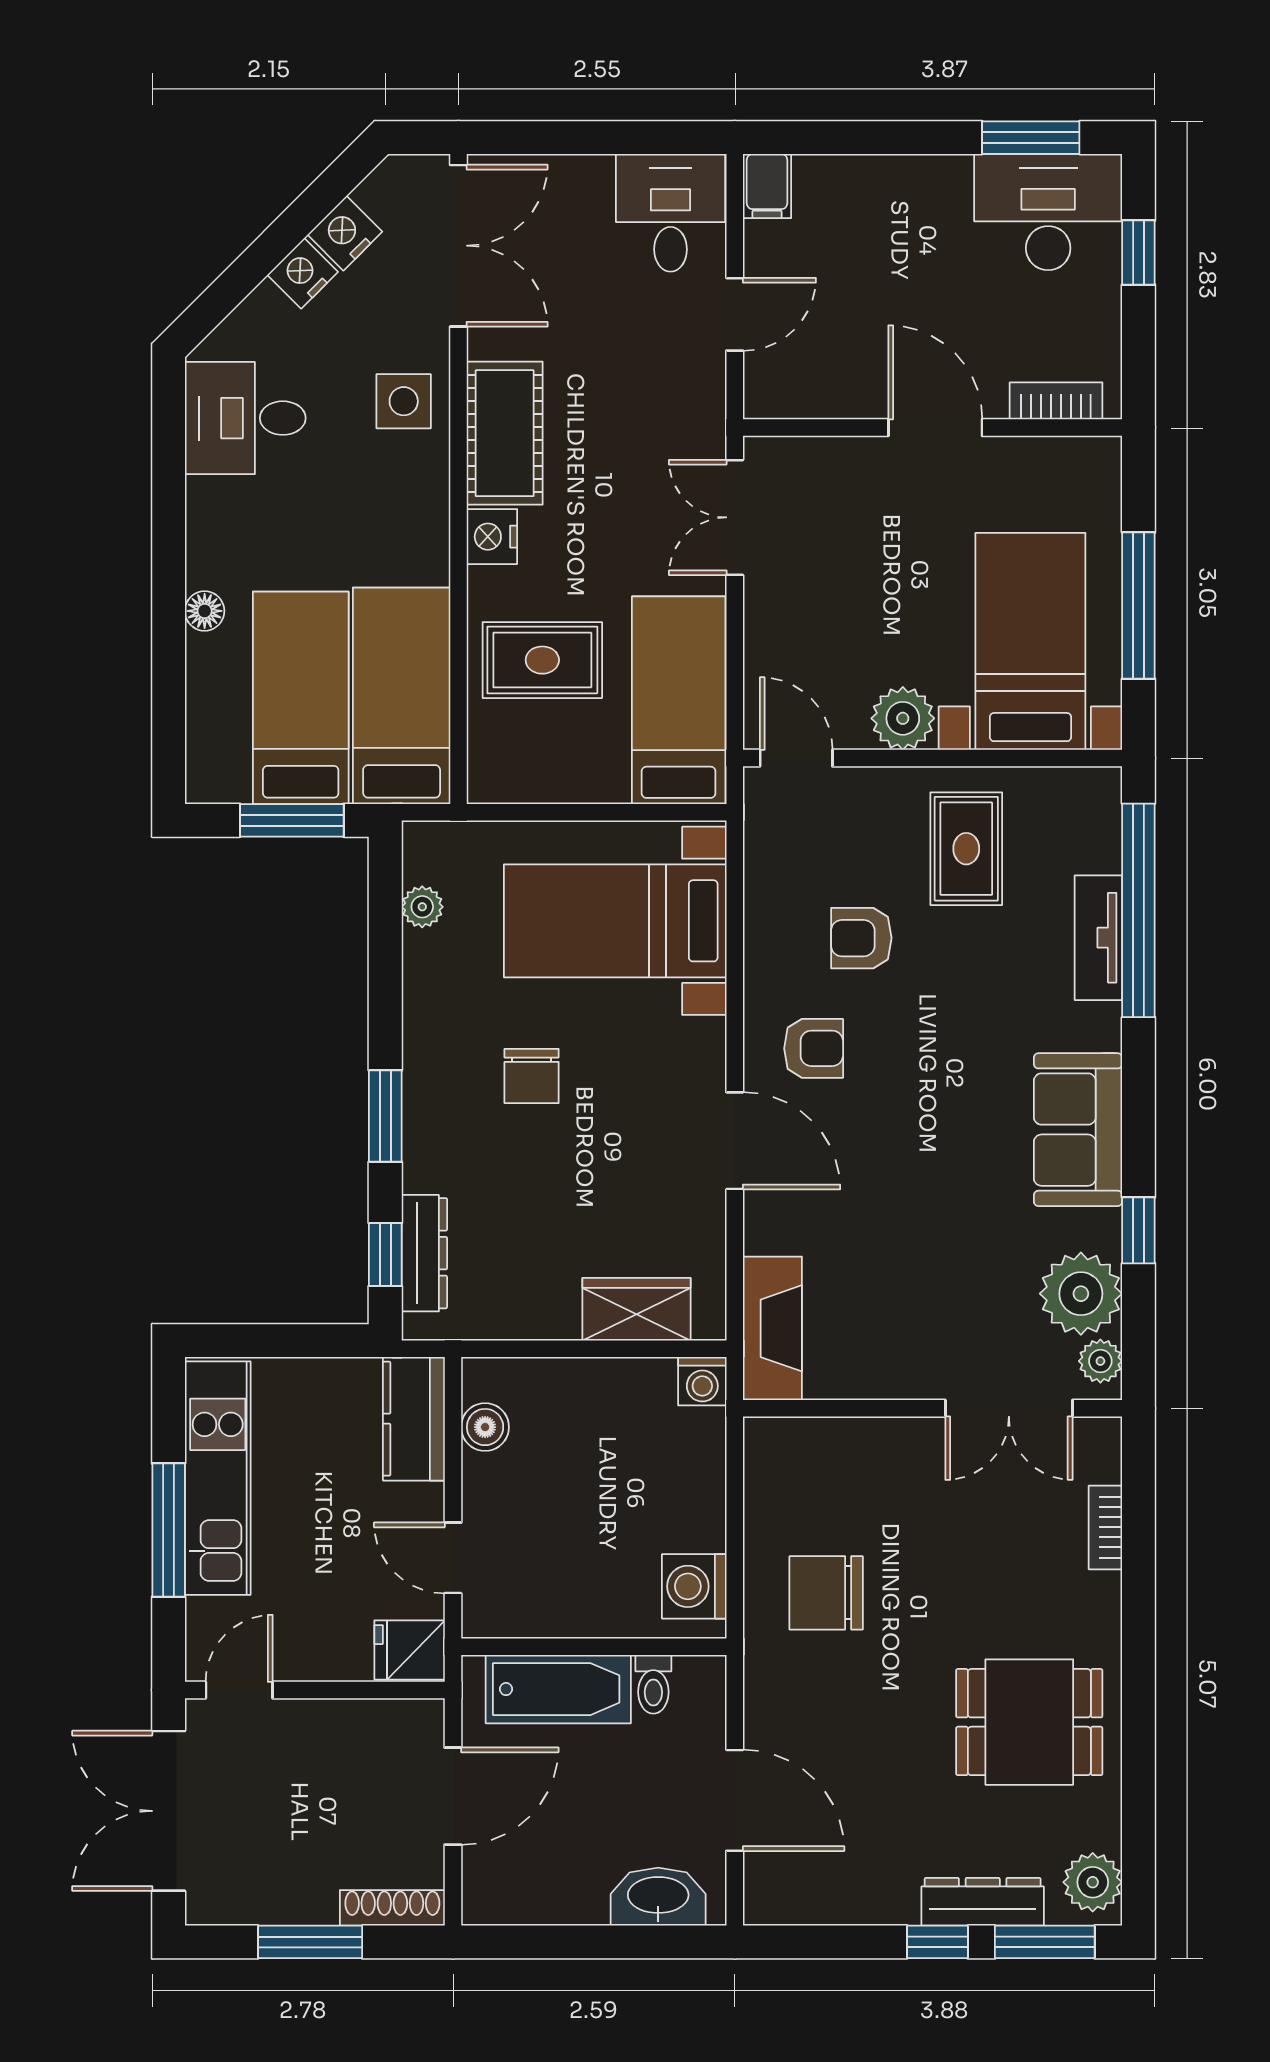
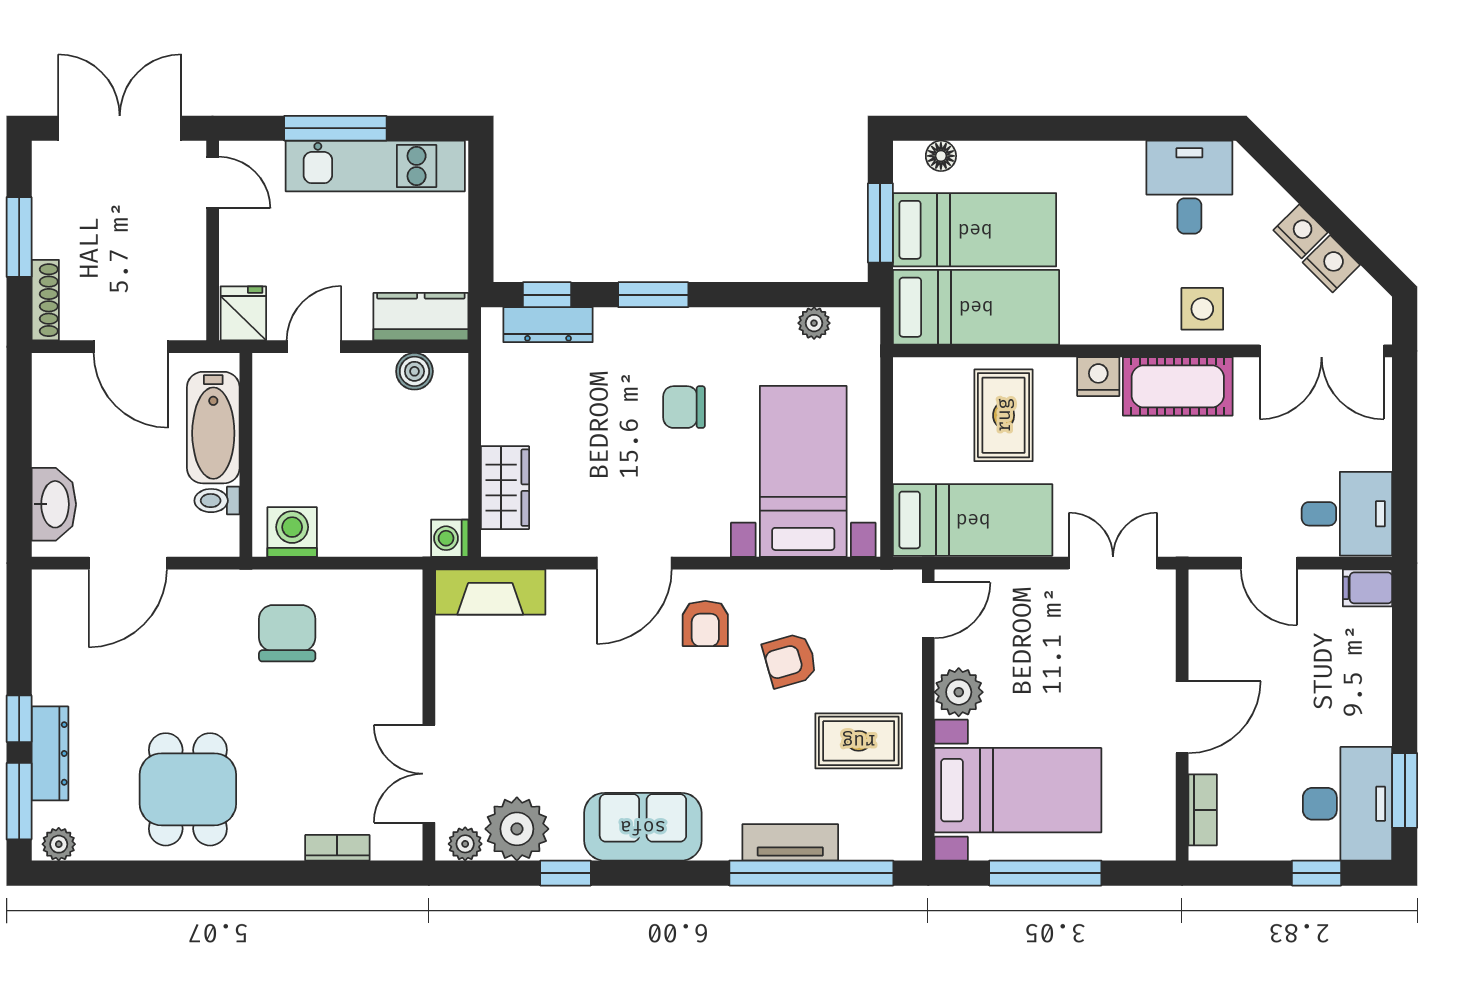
floor lamp: (205, 611) -> (941, 156), moved
armchair: (861, 938) -> (790, 660), turned -106
plant: (1093, 1882) -> (59, 844), width x0.73, depth x0.73

